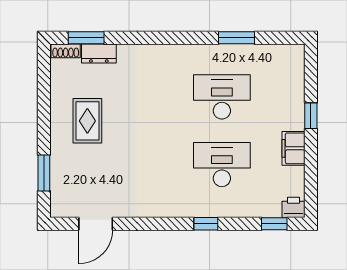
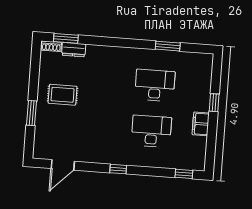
rug: (87, 121) -> (63, 95), turned 90
window: (44, 173) -> (32, 113), moved
printer: (293, 207) -> (198, 164), removed
window: (206, 224) -> (118, 169), moved

